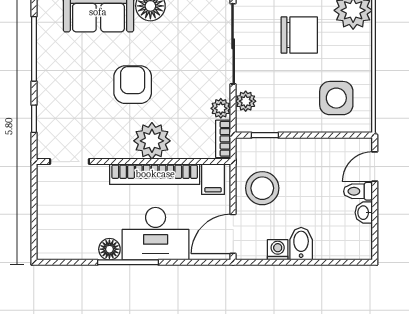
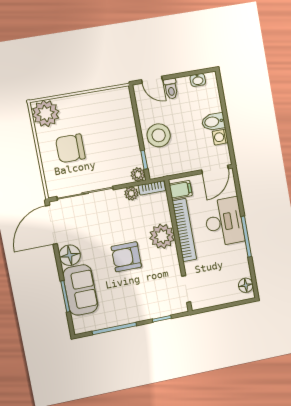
chair: (299, 35) -> (70, 148), turned -90
side table: (336, 98) -> (109, 115), removed
plant: (246, 101) -> (138, 175), moved
stool: (262, 188) -> (159, 135), moved
washbasin: (364, 213) -> (198, 80), moved
door: (233, 234) -> (215, 169), hinge flipped
floor lamp: (109, 249) -> (246, 285), moved

